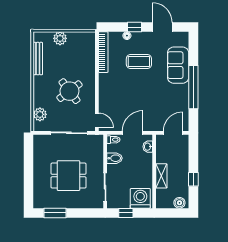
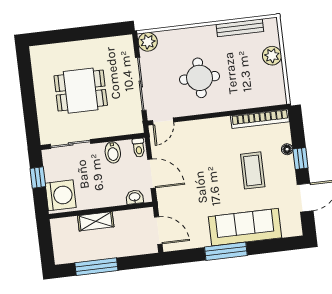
sofa: (178, 65) -> (245, 227), width x1.36
window: (193, 87) -> (226, 251), width x0.68
round table: (69, 91) -> (199, 78), turned 37
plant: (40, 114) -> (148, 42), moved
dining table: (68, 176) -> (81, 91), turned 90
window: (193, 179) -> (96, 267), width x2.17
boiler: (179, 203) -> (61, 251), removed
window: (55, 213) -> (26, 78), removed

